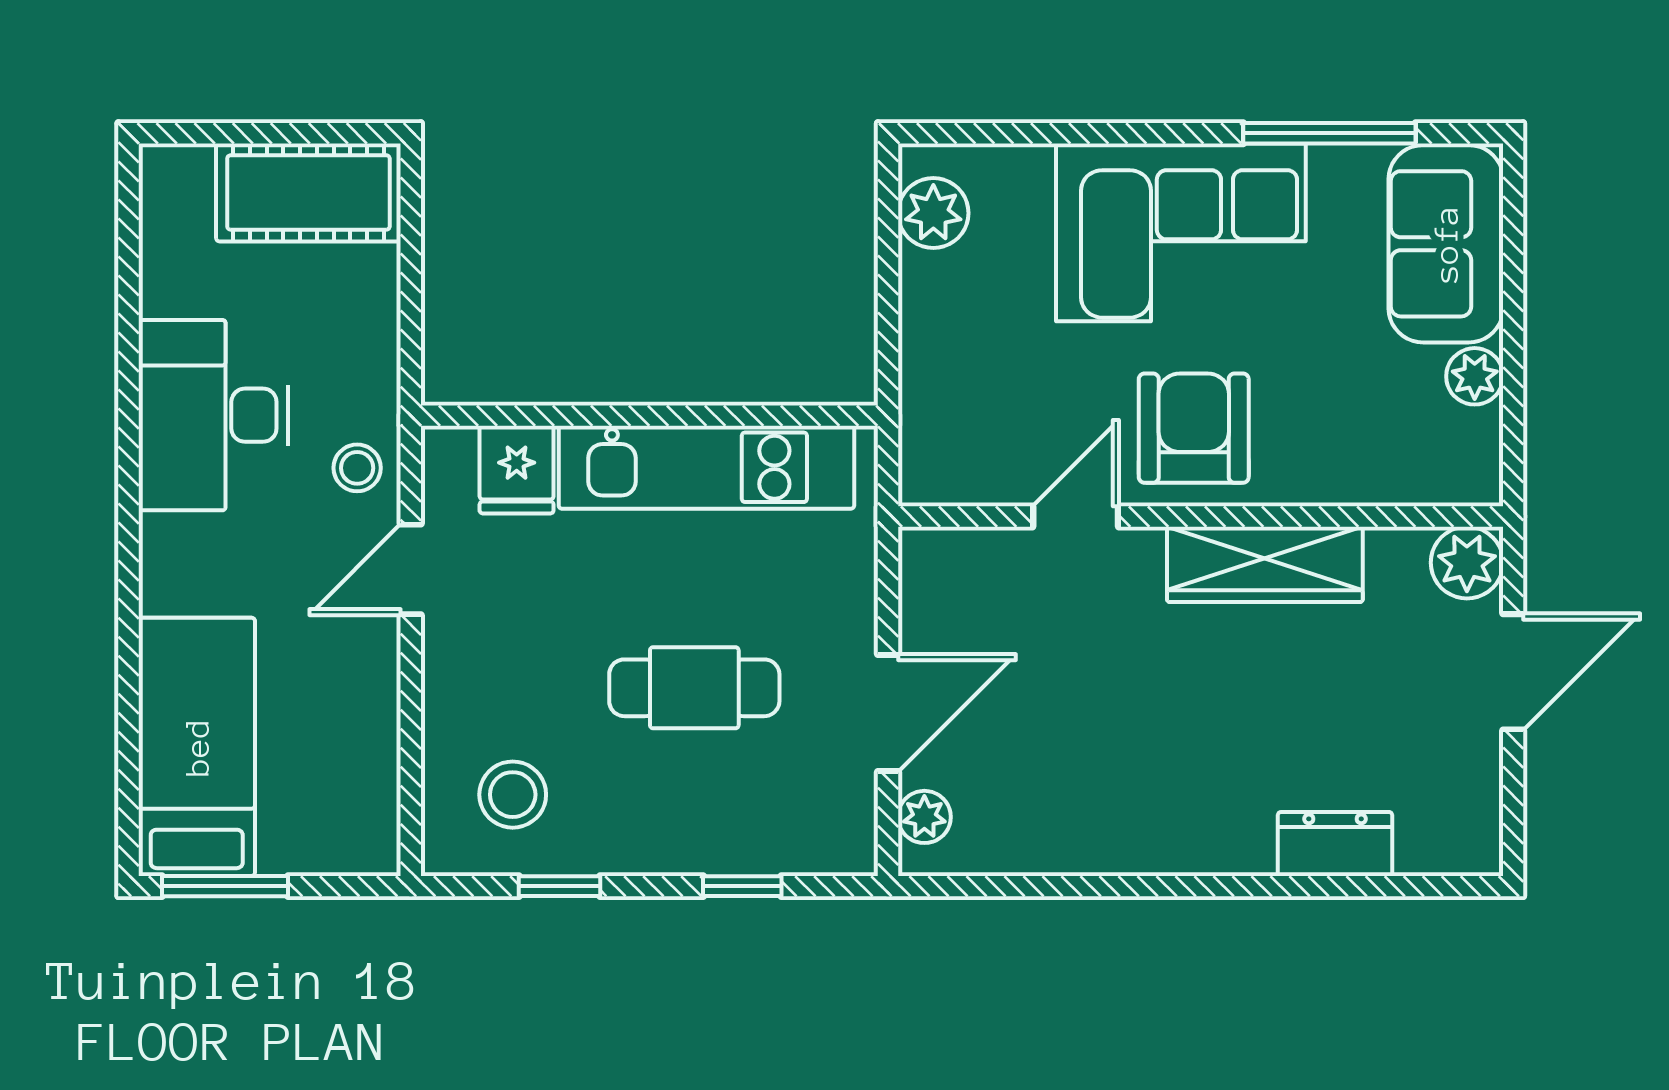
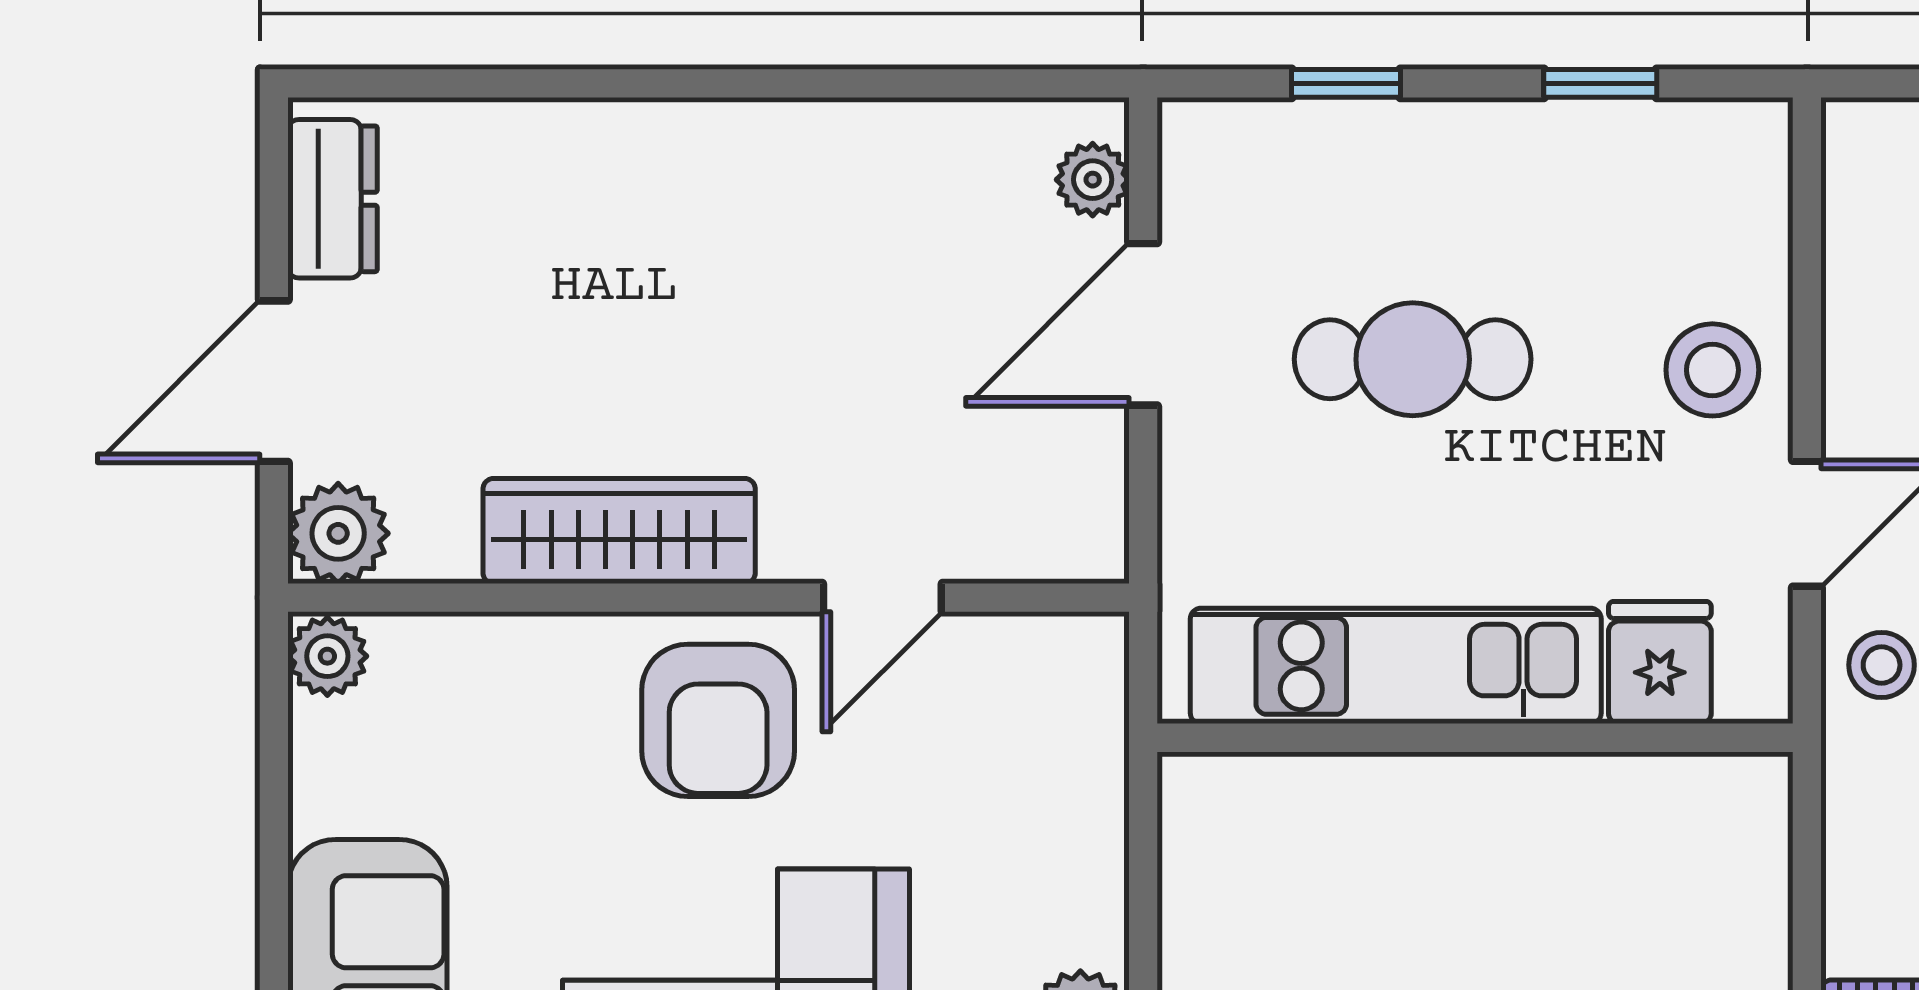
plant: (1475, 376) -> (327, 656), moved
stool: (513, 795) -> (1712, 370), moved
dresser: (1335, 844) -> (333, 199), moved, turned -90

